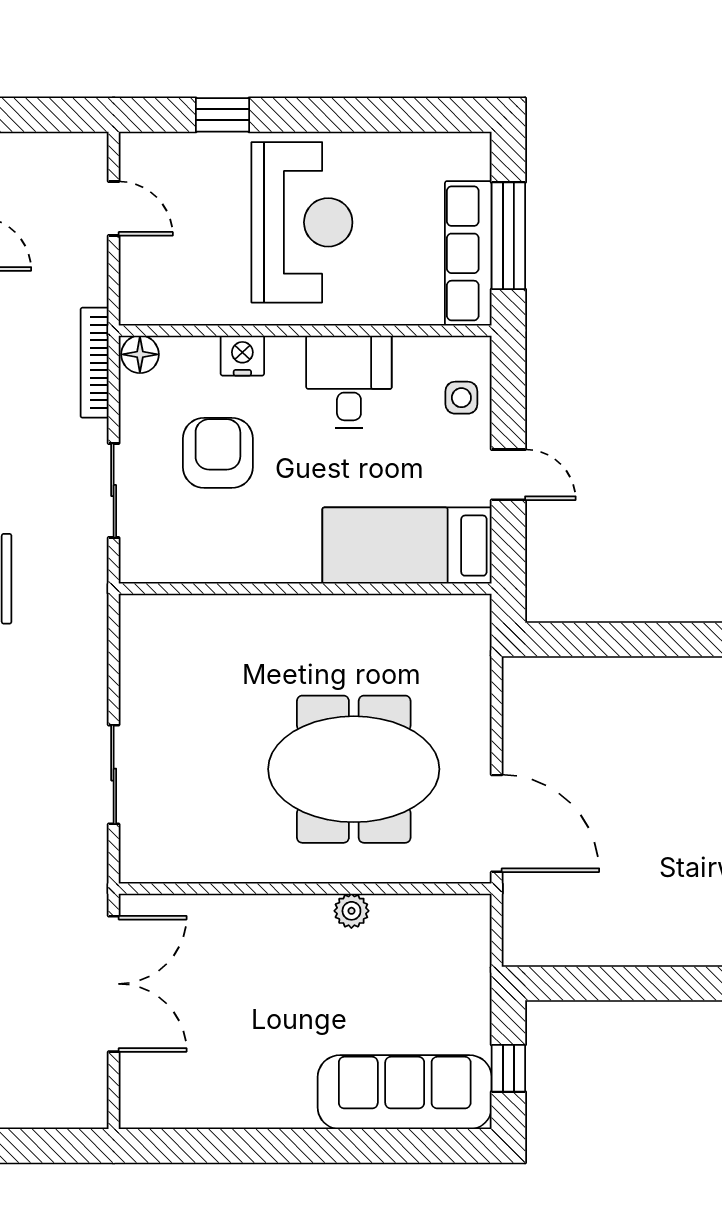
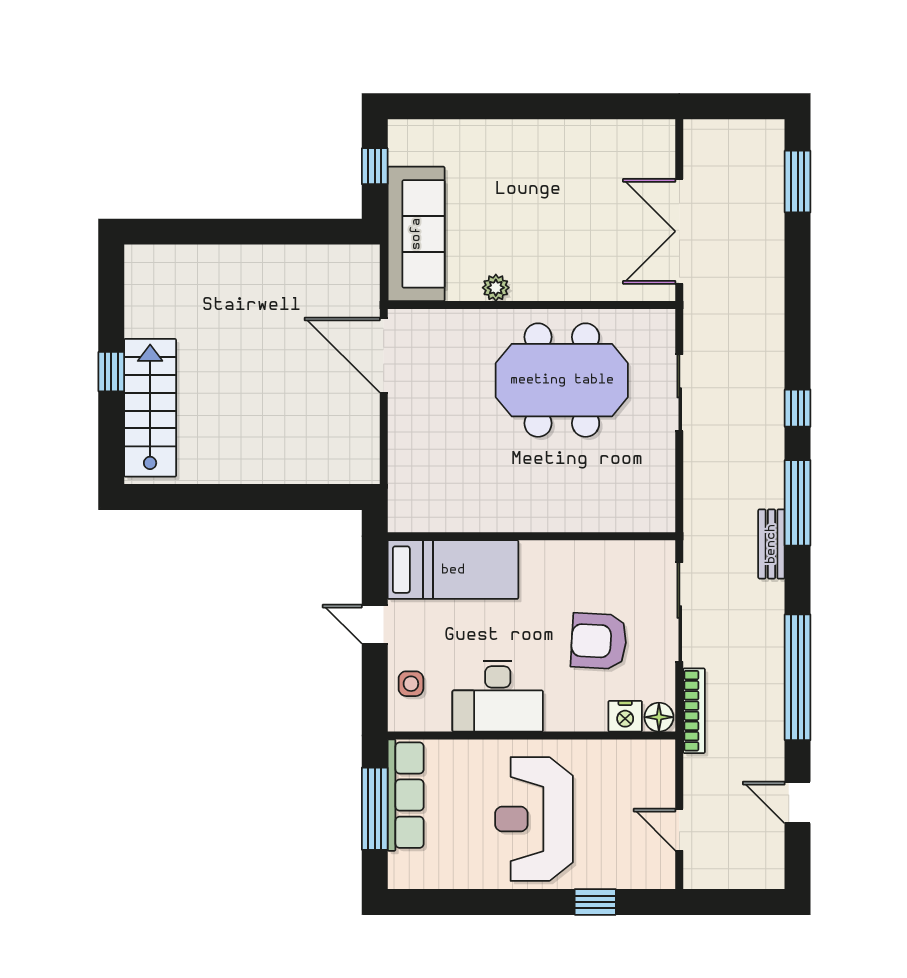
nightstand: (242, 356) -> (625, 716), moved
desk: (349, 382) -> (498, 696), width x1.37
armchair: (218, 453) -> (599, 641), turned 93
sliding door: (114, 491) -> (679, 612), width x1.37
meeting table: (354, 769) -> (562, 380), moved
sofa: (405, 1092) -> (416, 234), moved, turned -90

